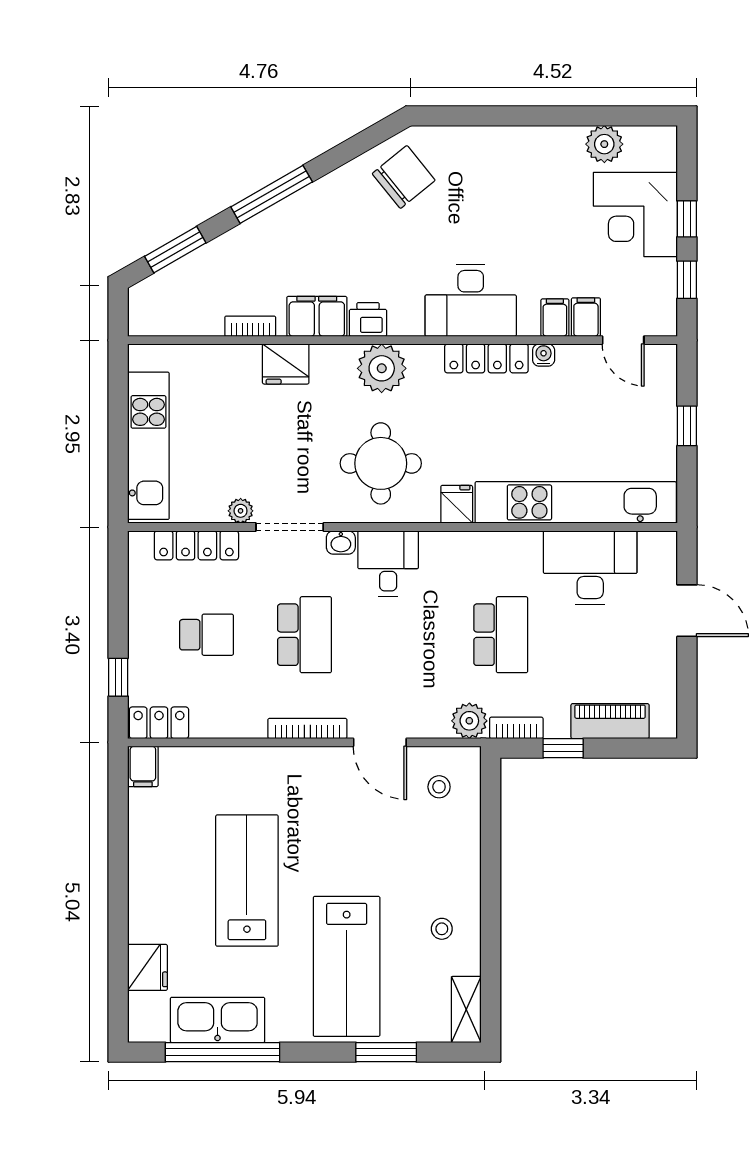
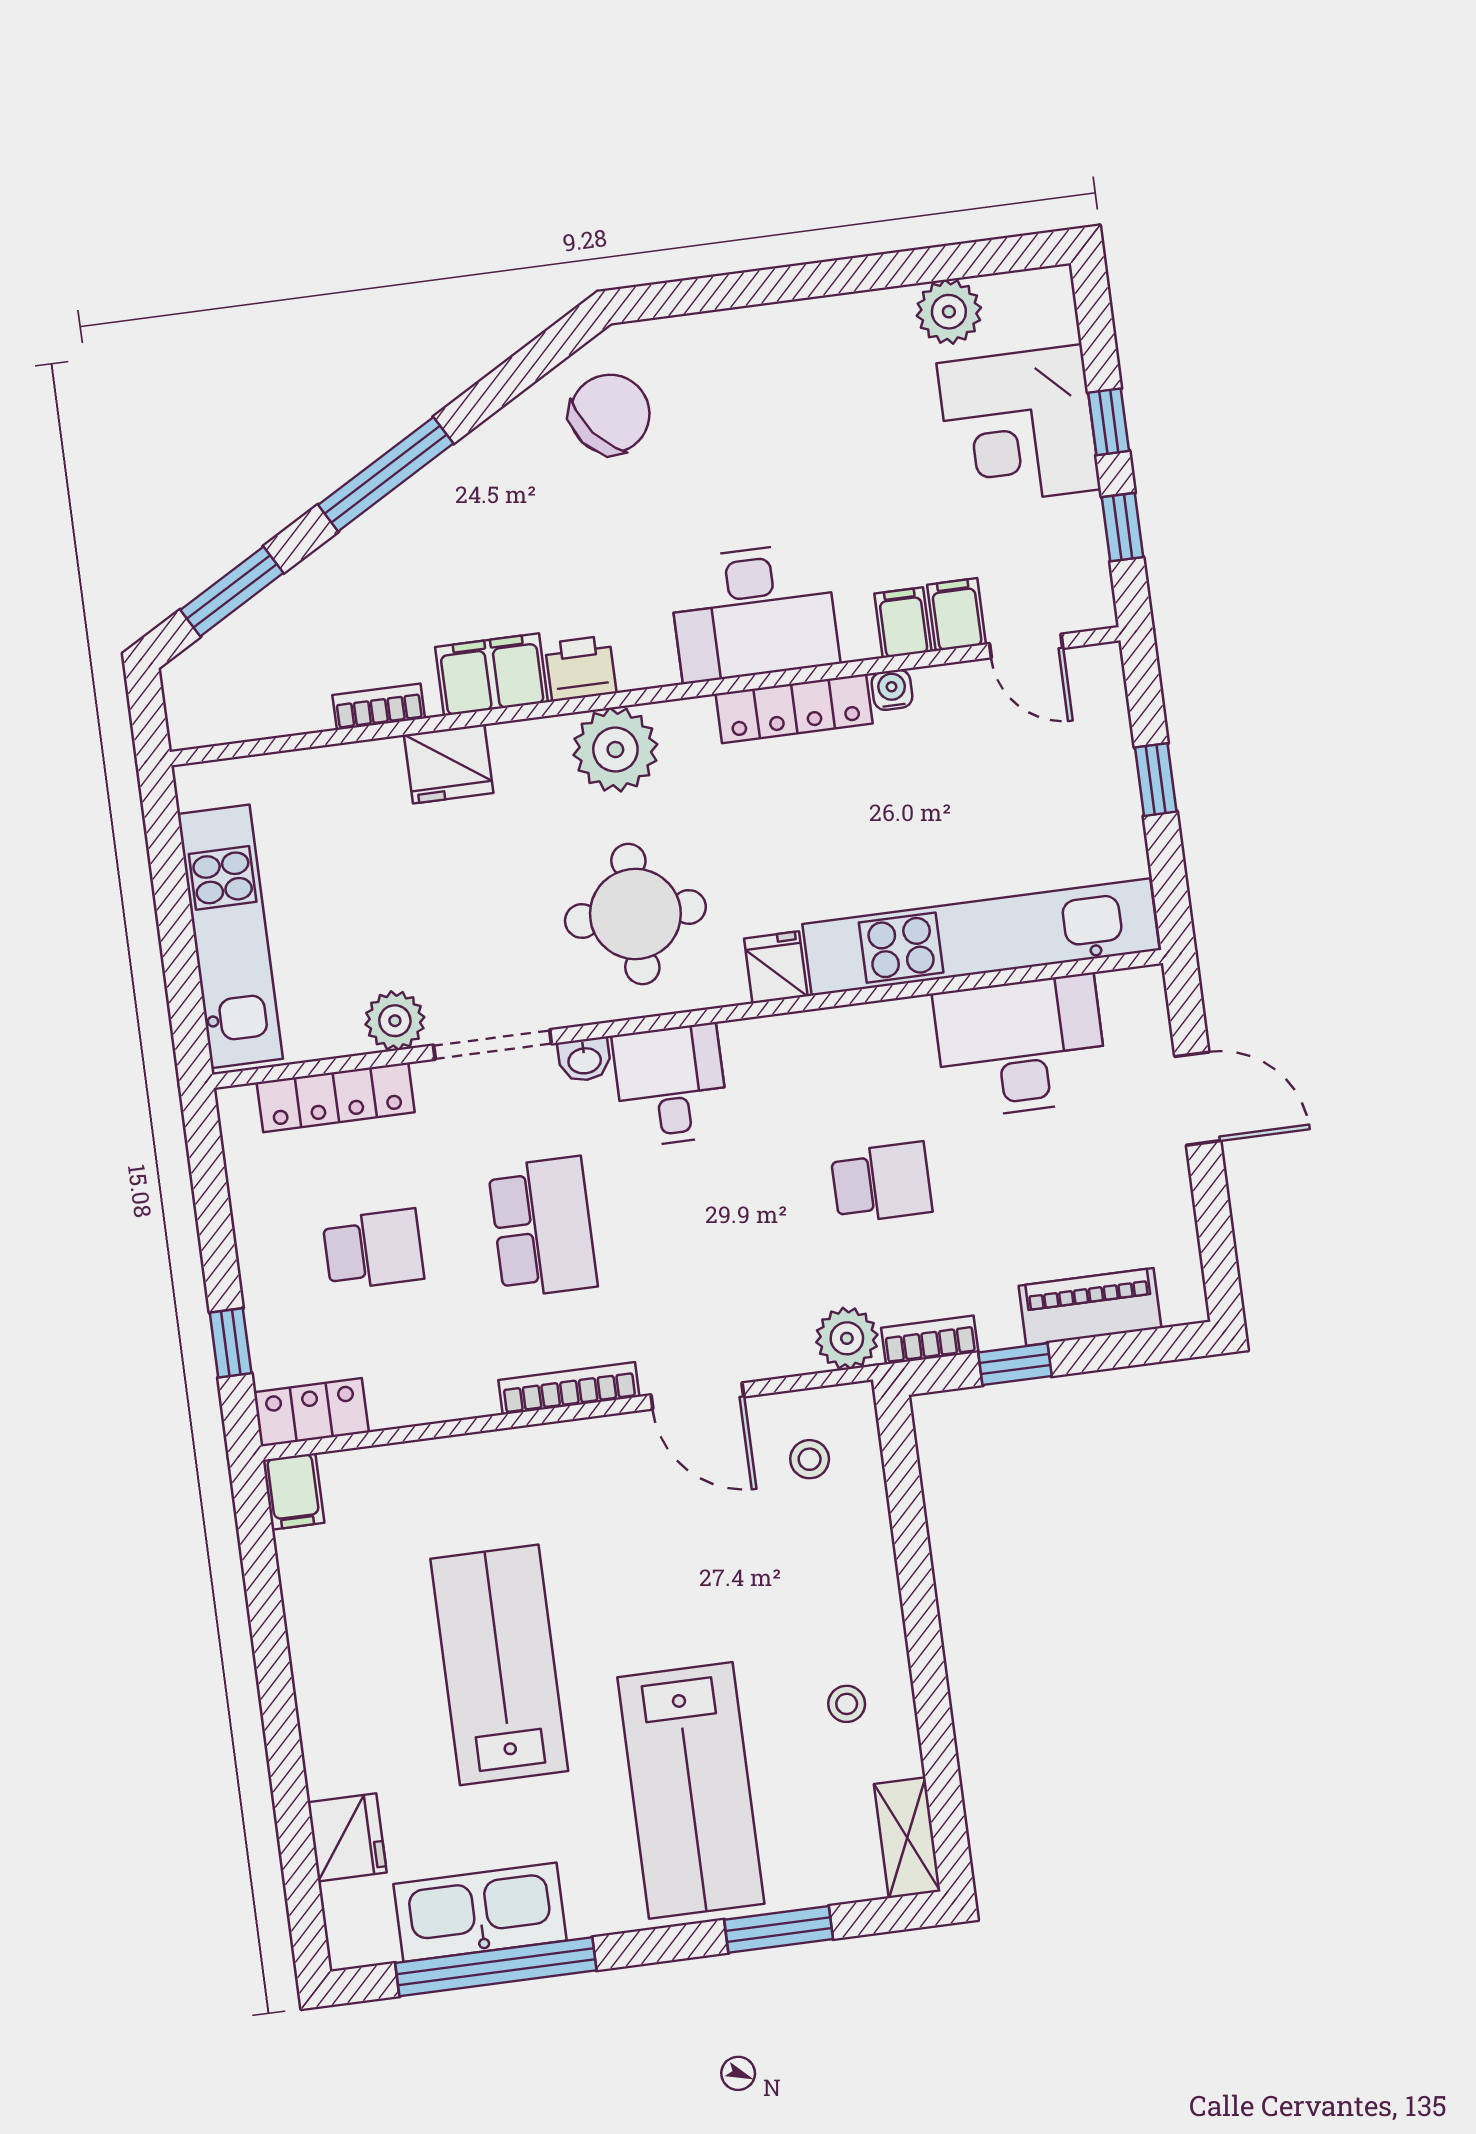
plant: (241, 511) -> (395, 1021), width x1.38, depth x1.38
school desk: (501, 635) -> (881, 1183), width x0.54

